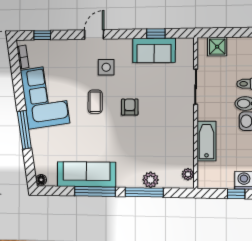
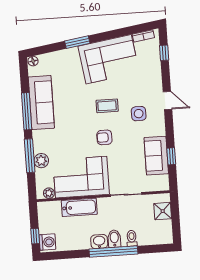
armchair: (130, 107) -> (104, 137), turned 180
window: (24, 130) -> (77, 42), width x0.69
corner sofa: (172, 136) -> (81, 177), added

